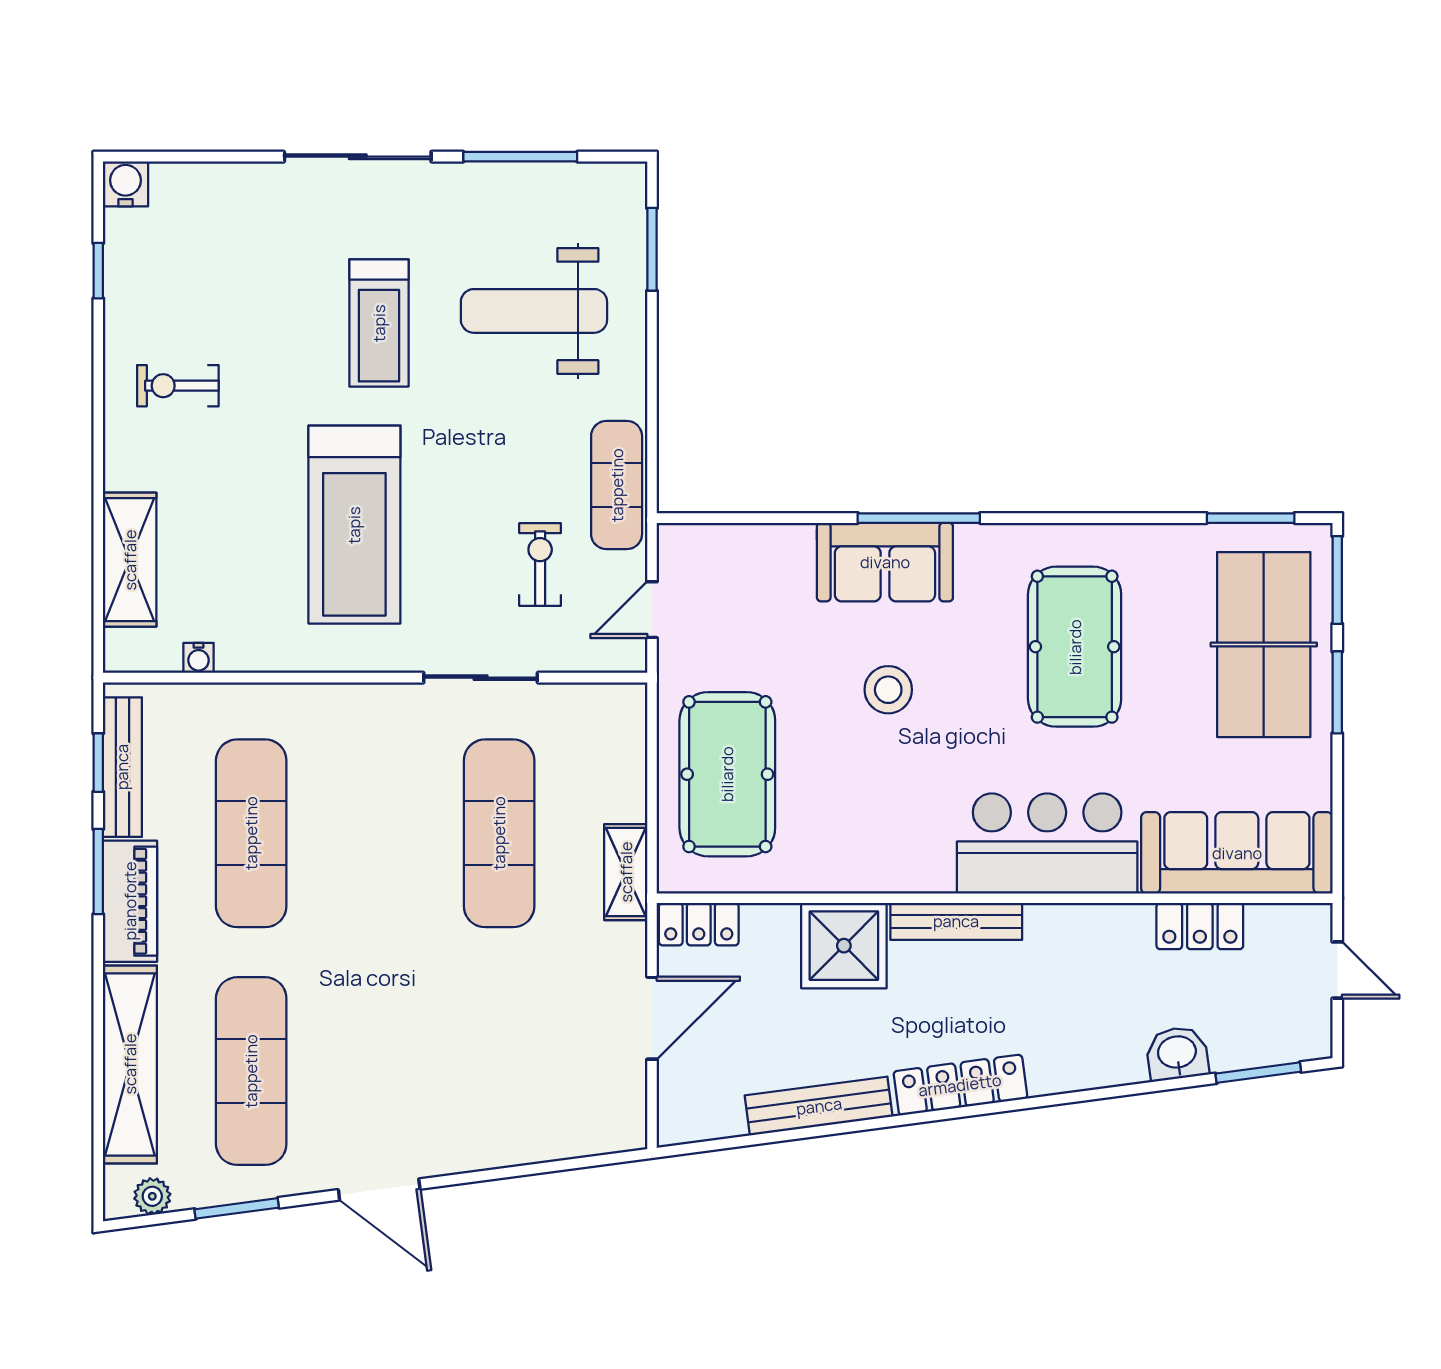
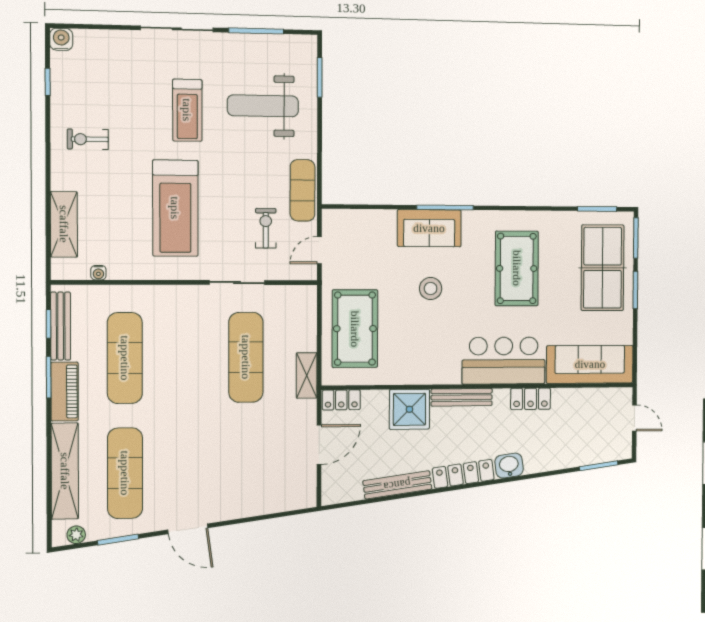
locker: (1200, 926) -> (531, 399), moved
washbasin: (1177, 1053) -> (509, 466), moved

